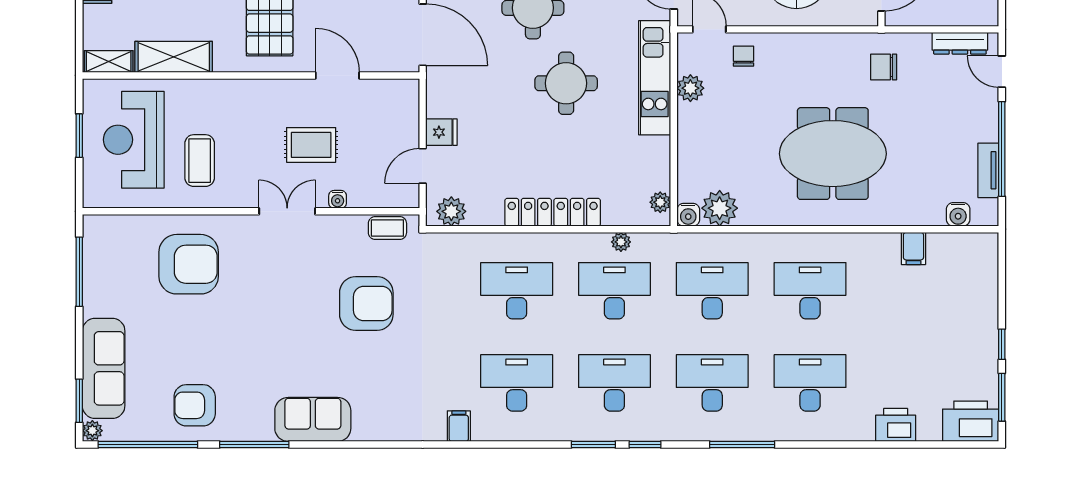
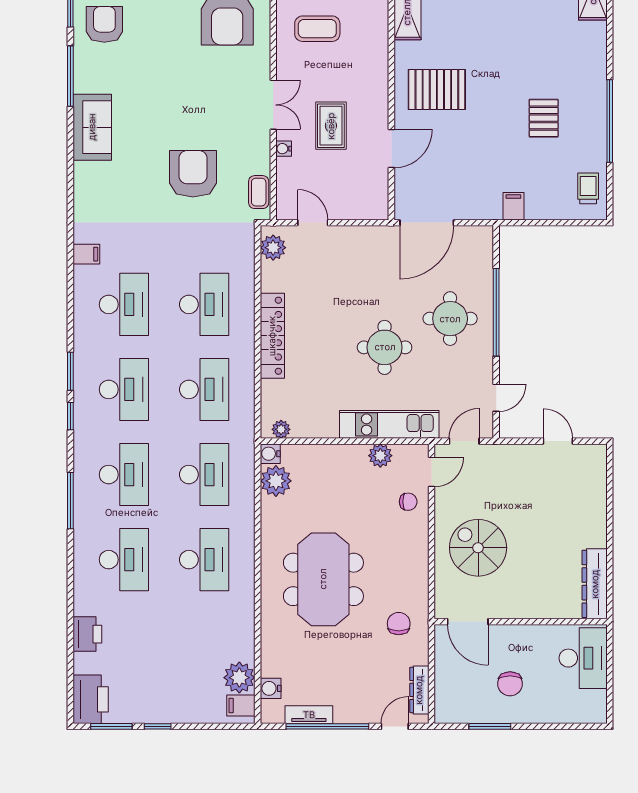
fridge: (441, 132) -> (342, 239), removed
plant: (621, 242) -> (239, 678), moved, width x1.88, depth x1.88
filing cabinet: (913, 248) -> (241, 705), moved
armchair: (366, 303) -> (193, 174), turned 180

